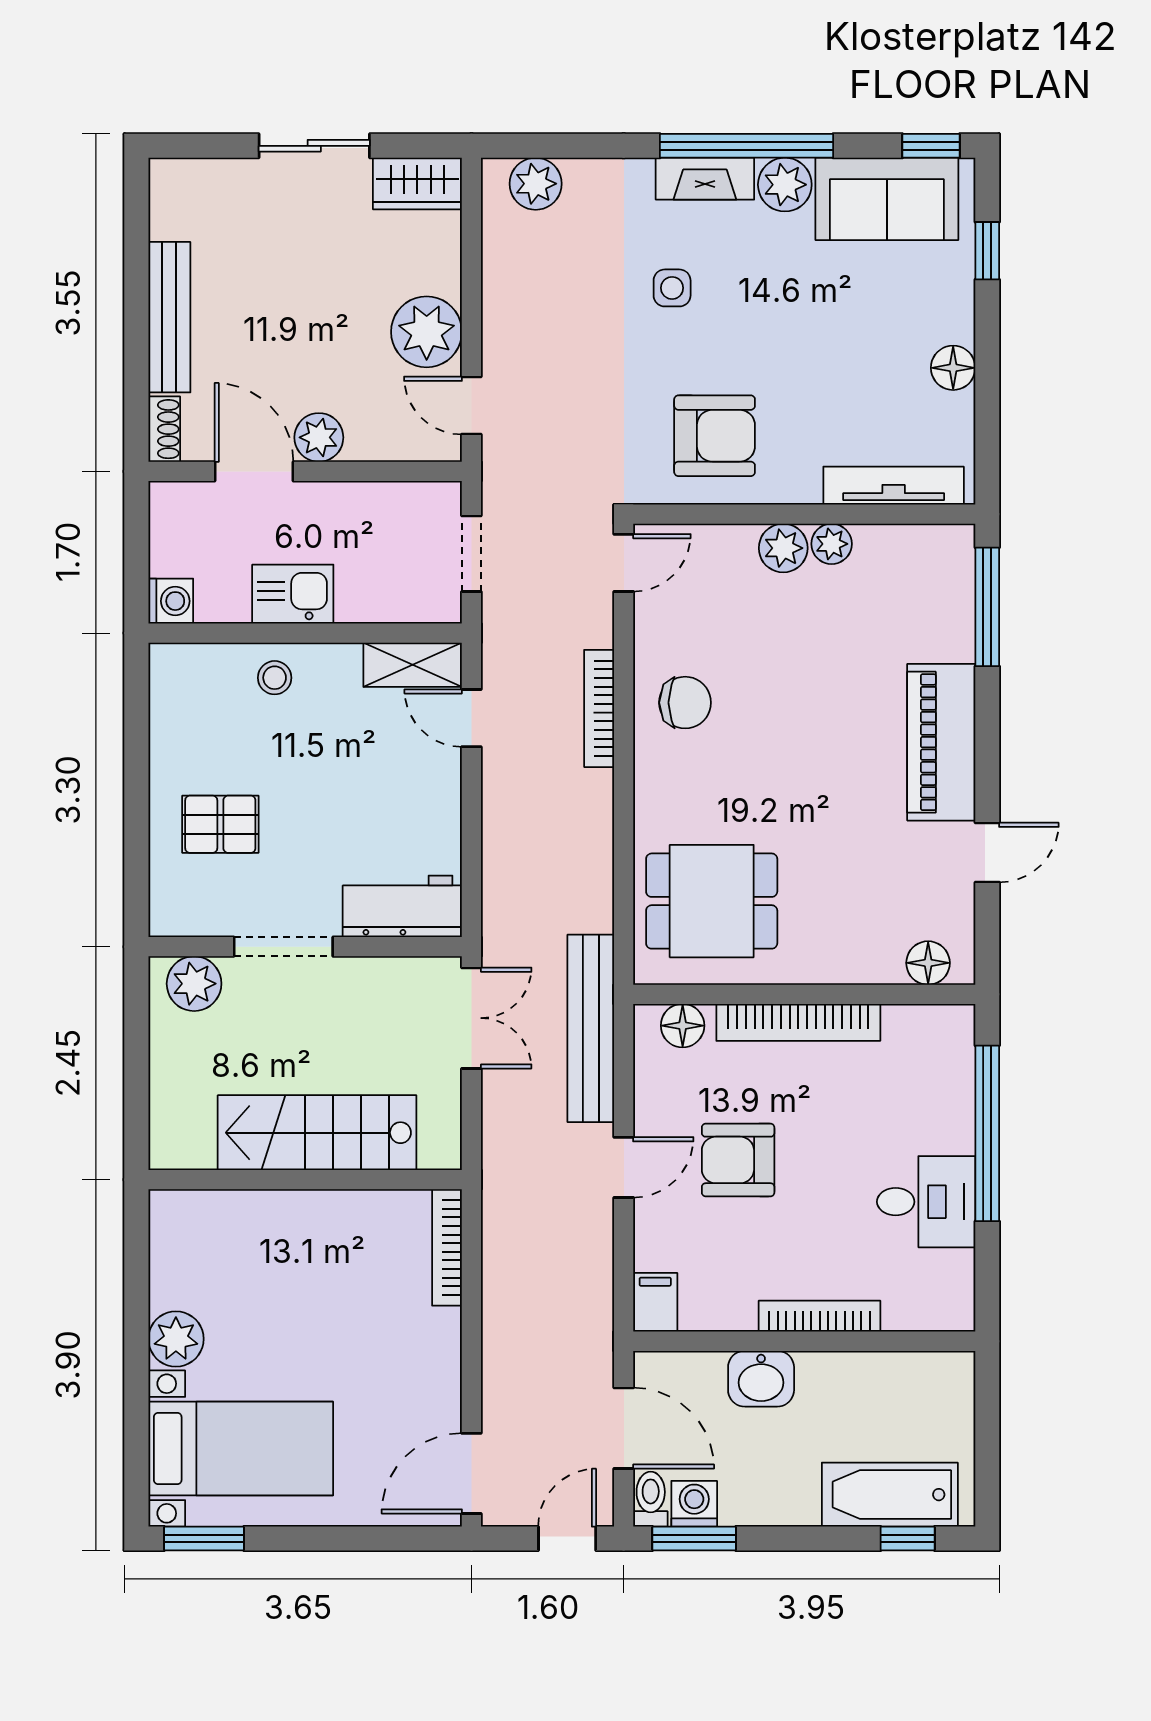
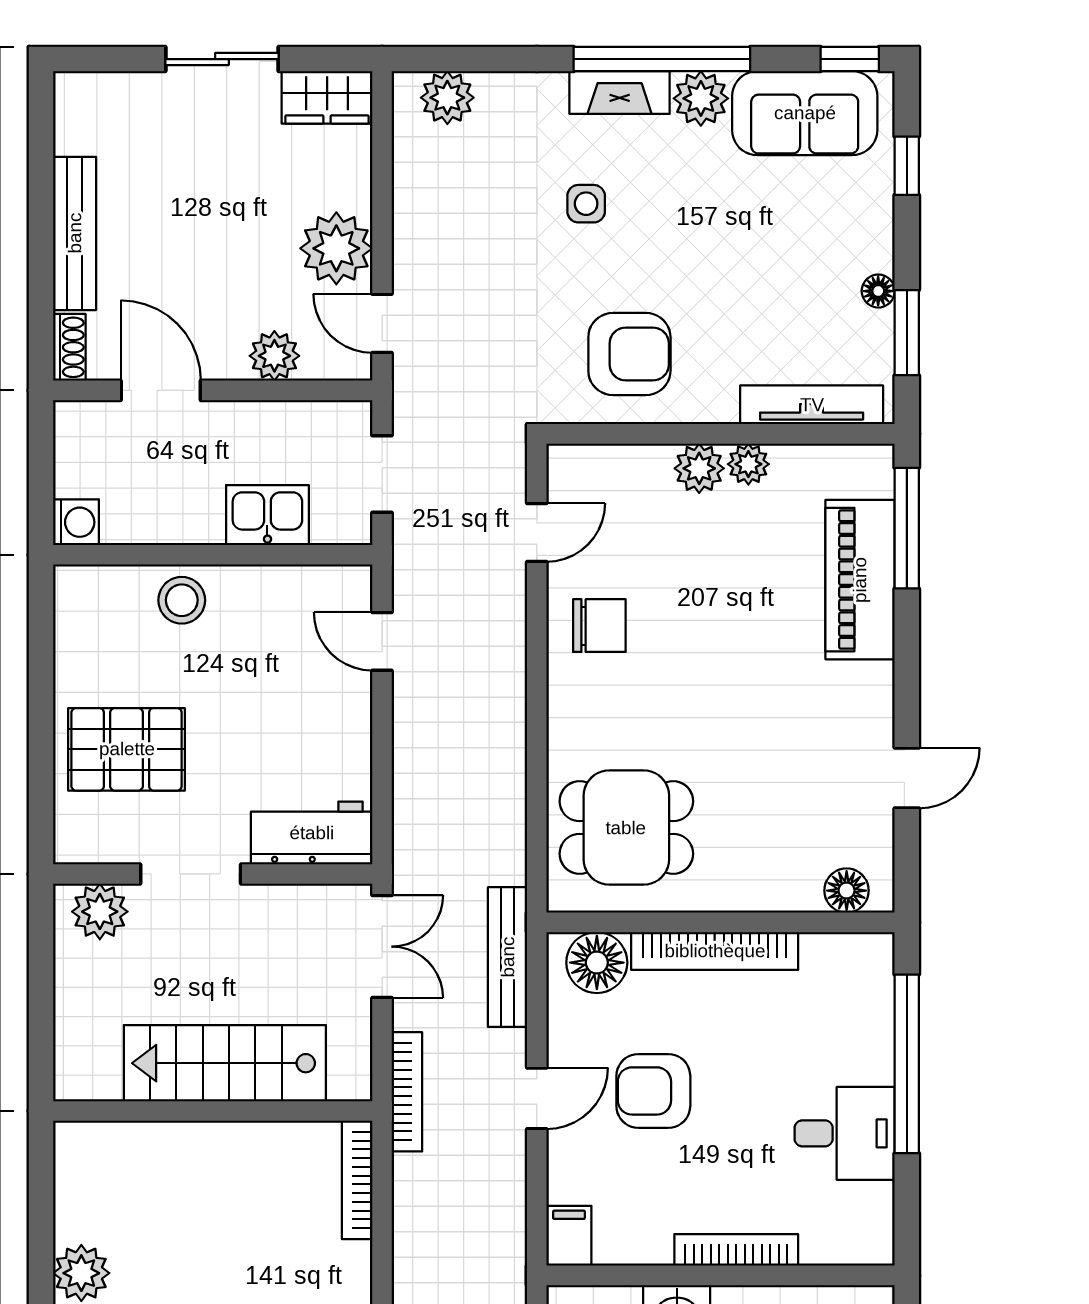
floor lamp: (953, 368) -> (878, 291), width x0.73, depth x0.73
window: (987, 415) -> (907, 333), added
plant: (319, 437) -> (274, 356), moved
door: (624, 563) -> (537, 533), moved
kitchen sink: (293, 594) -> (267, 515), moved
shelving: (413, 665) -> (322, 587), removed
stool: (275, 678) -> (182, 600), width x1.37, depth x1.37
bookcase: (599, 708) -> (407, 1092), moved, turned 180
piano: (941, 742) -> (860, 580), moved
pallet: (220, 824) -> (127, 749), width x1.50, depth x1.42
floor lamp: (683, 1026) -> (597, 963), width x1.38, depth x1.38
bench: (591, 1028) -> (508, 957), width x0.73, depth x0.82

